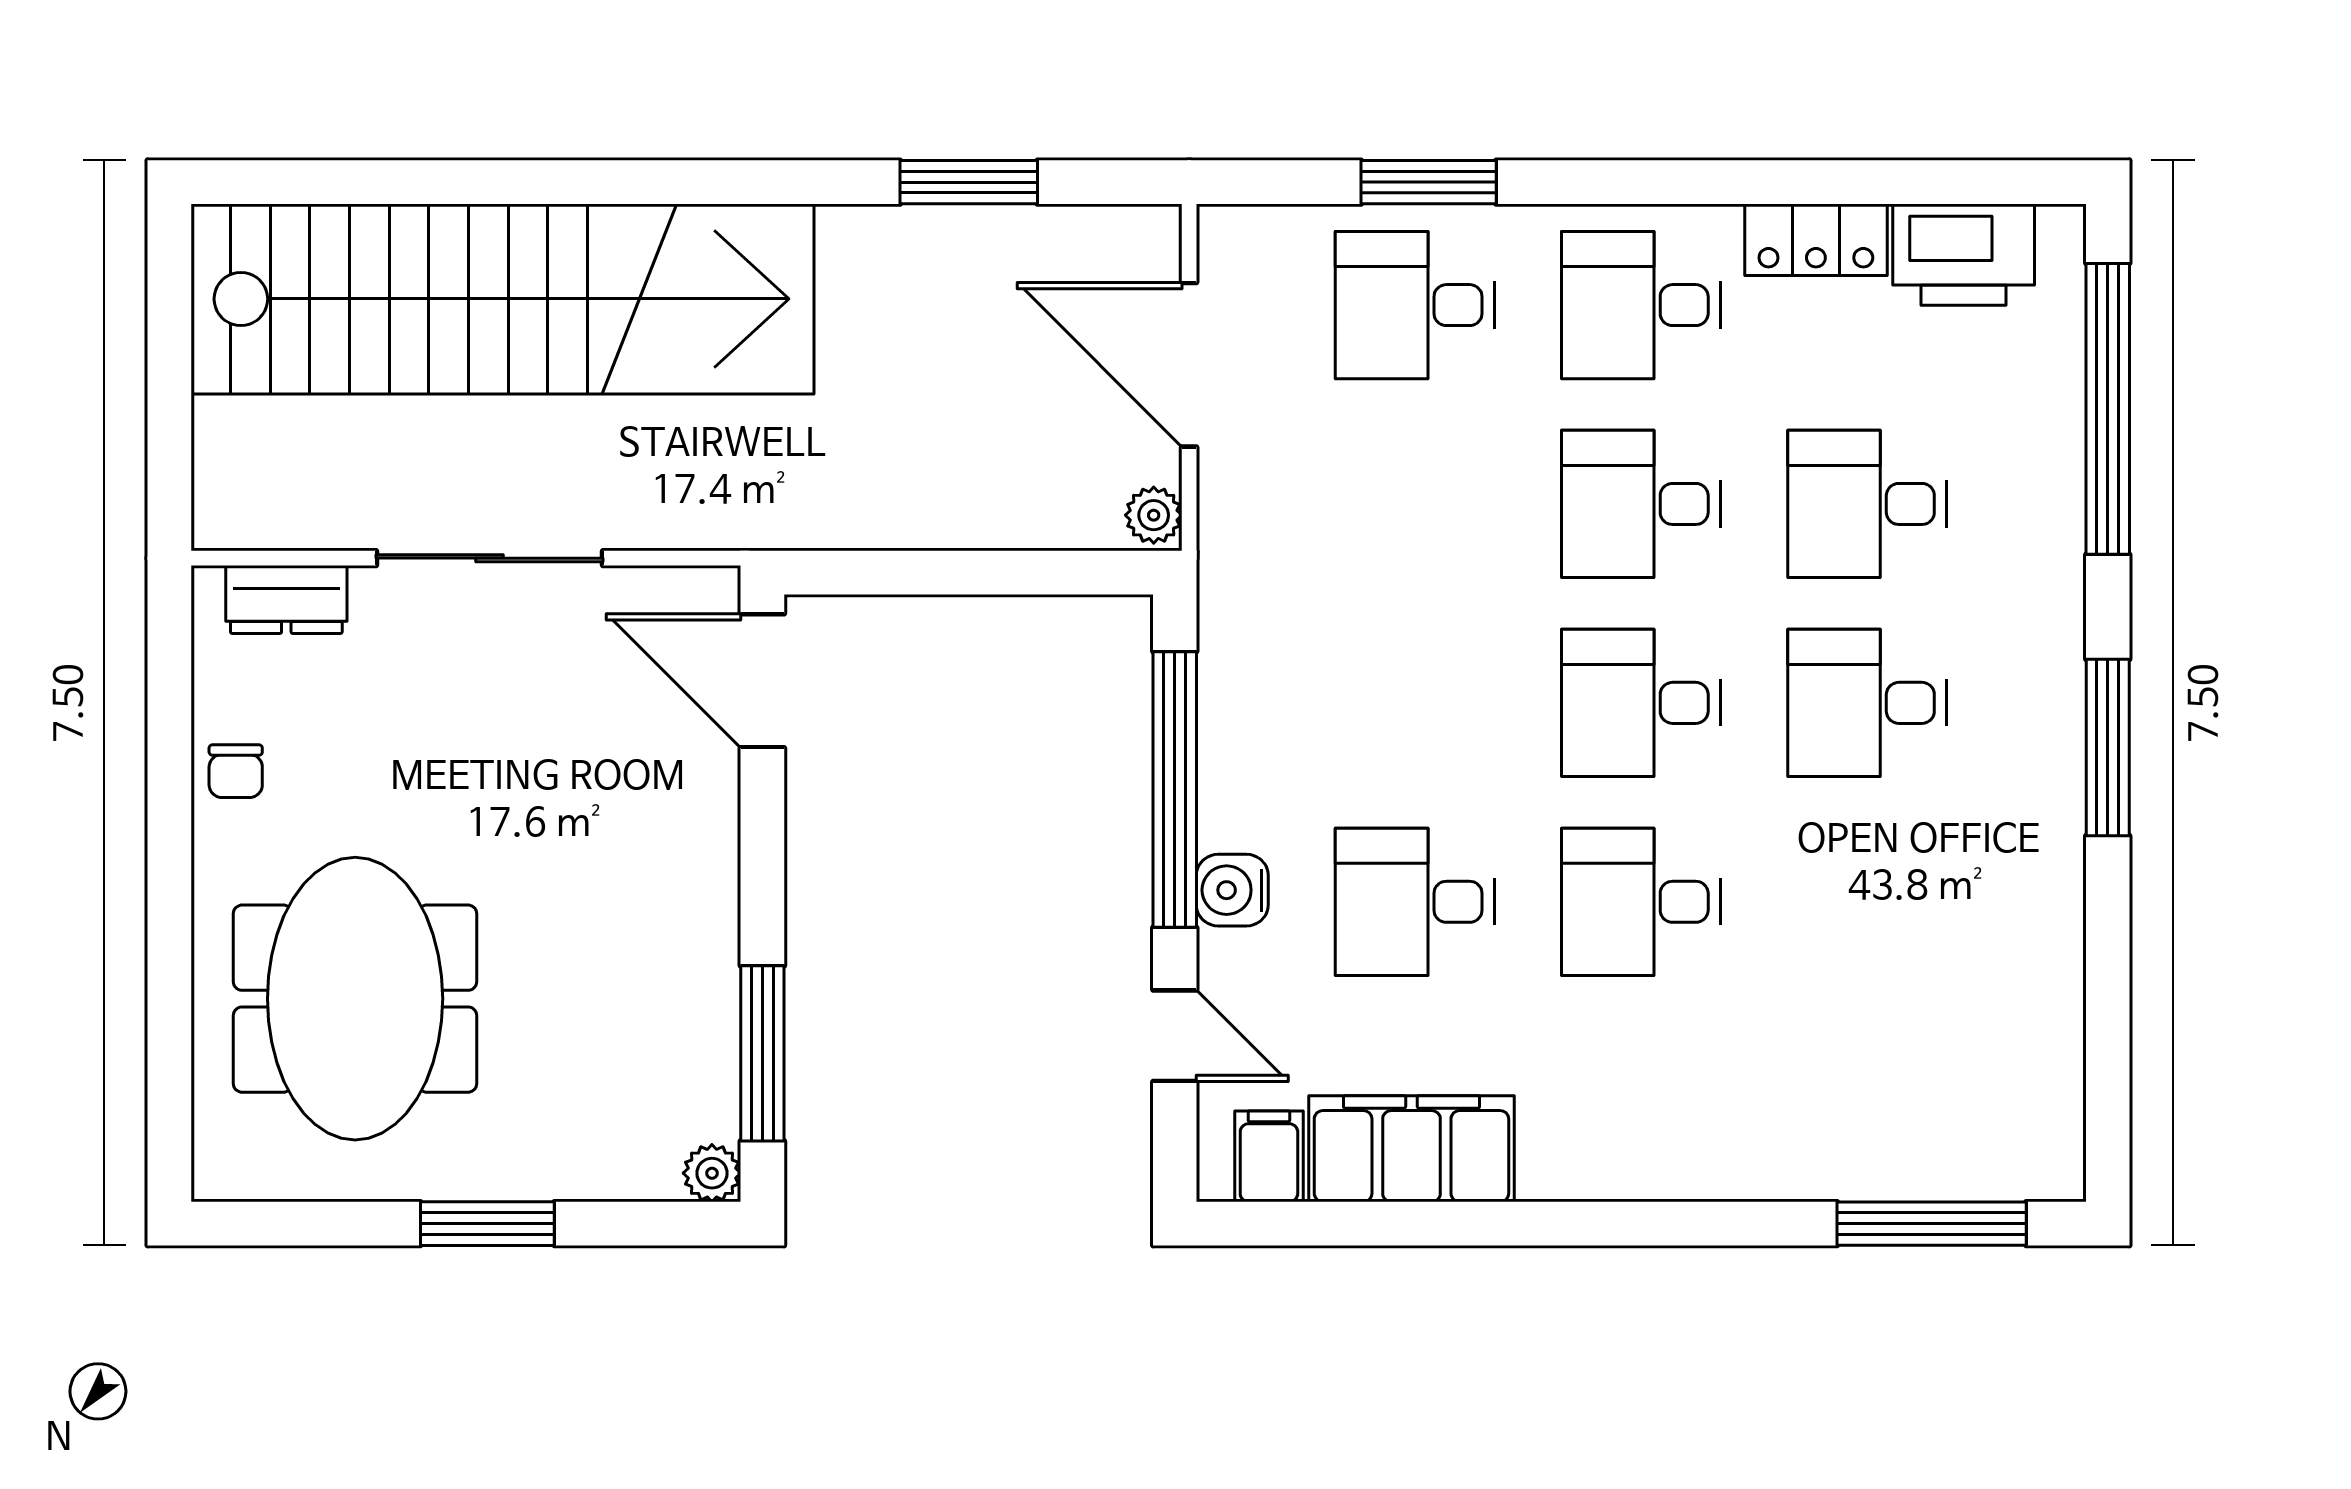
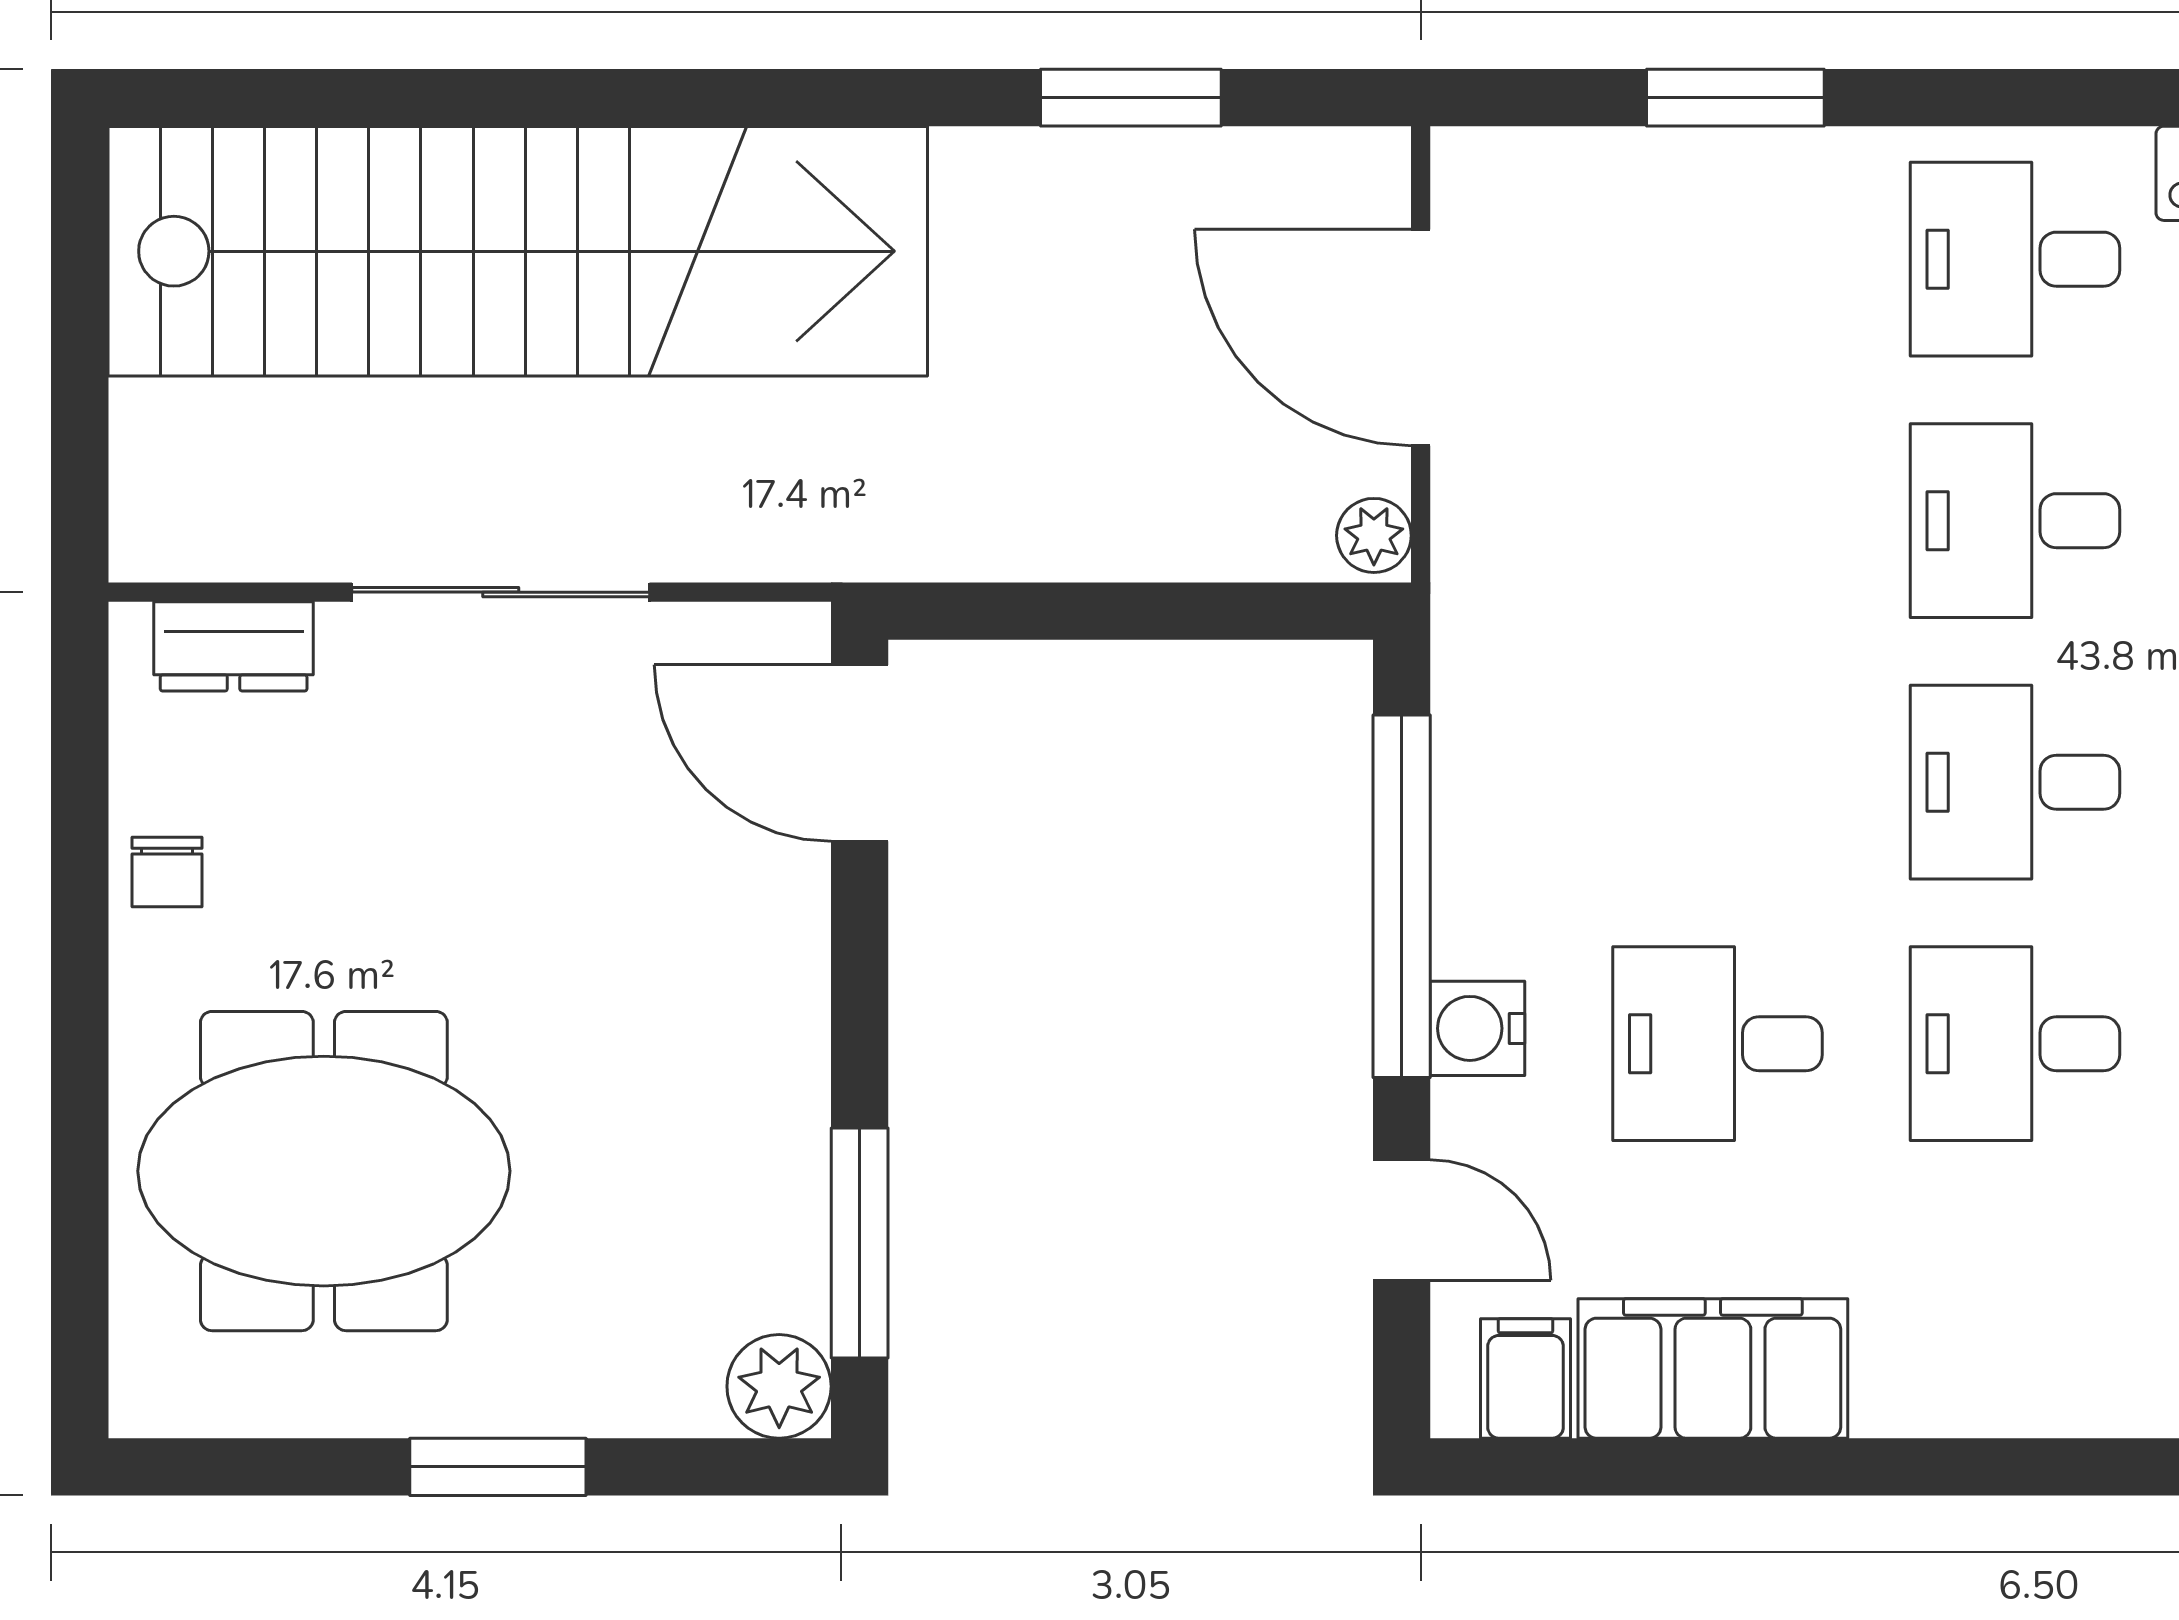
desk: (1415, 305) -> (1718, 259), removed
meeting table: (355, 999) -> (324, 1171), turned 90
plant: (712, 1173) -> (779, 1386), width x1.38, depth x1.38

